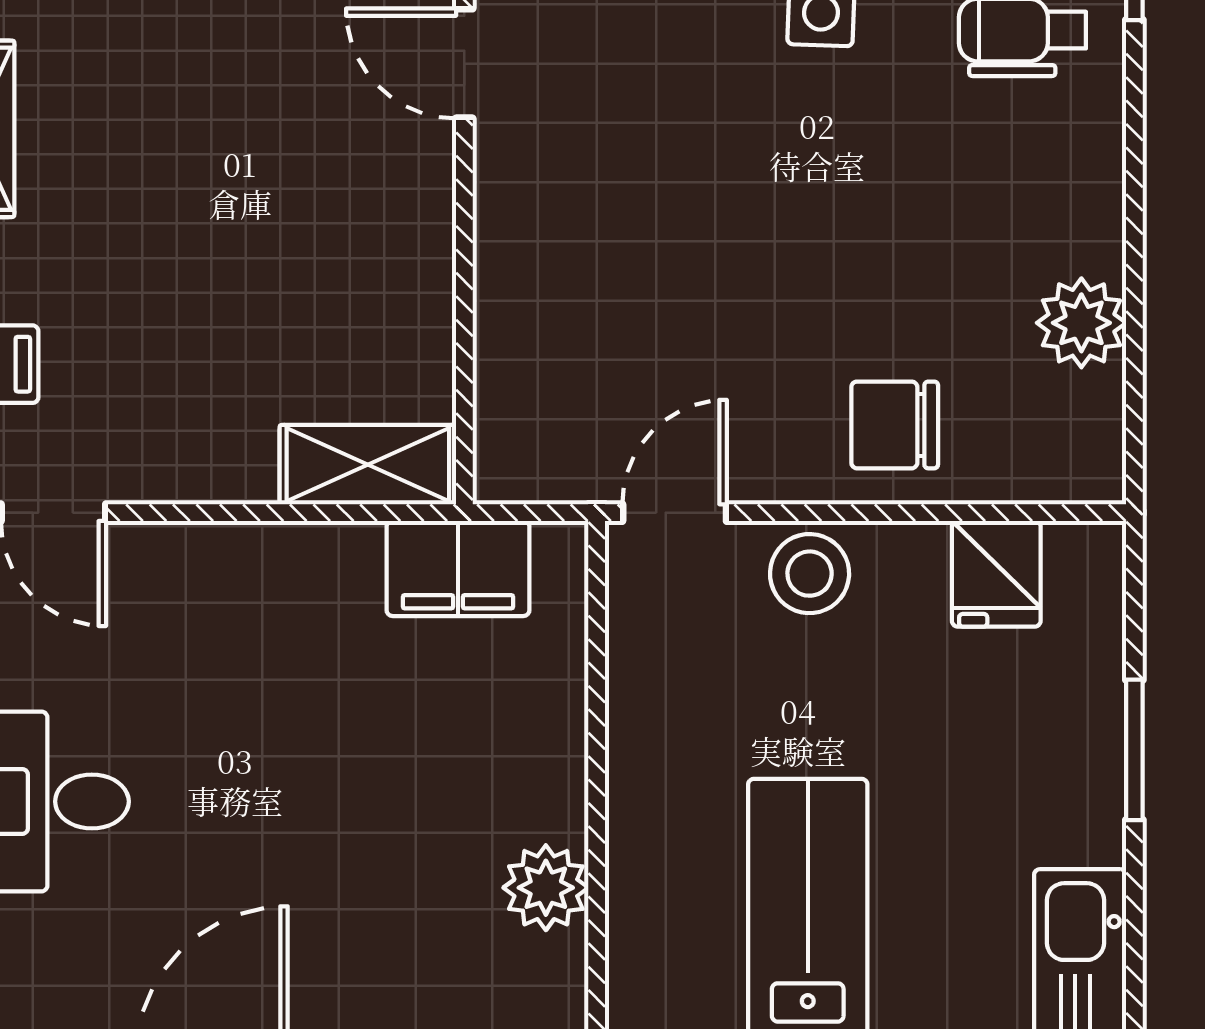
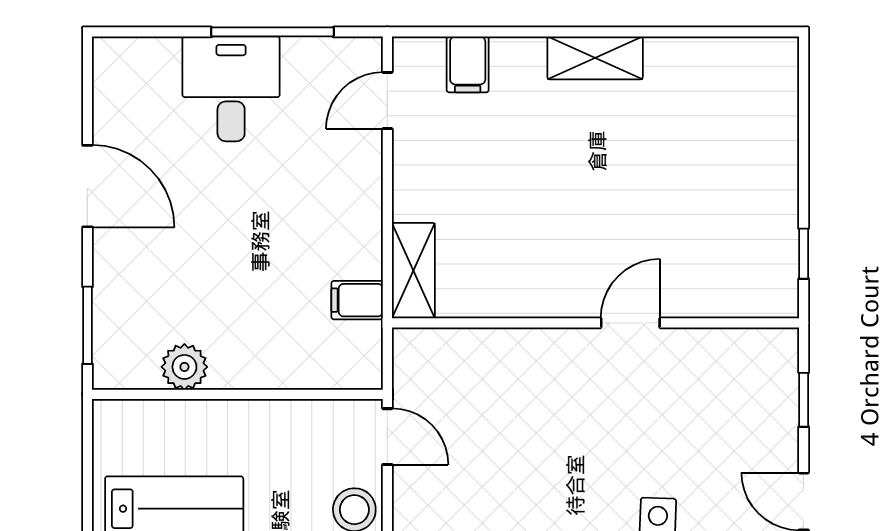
filing cabinet: (458, 568) -> (357, 300), width x0.50

